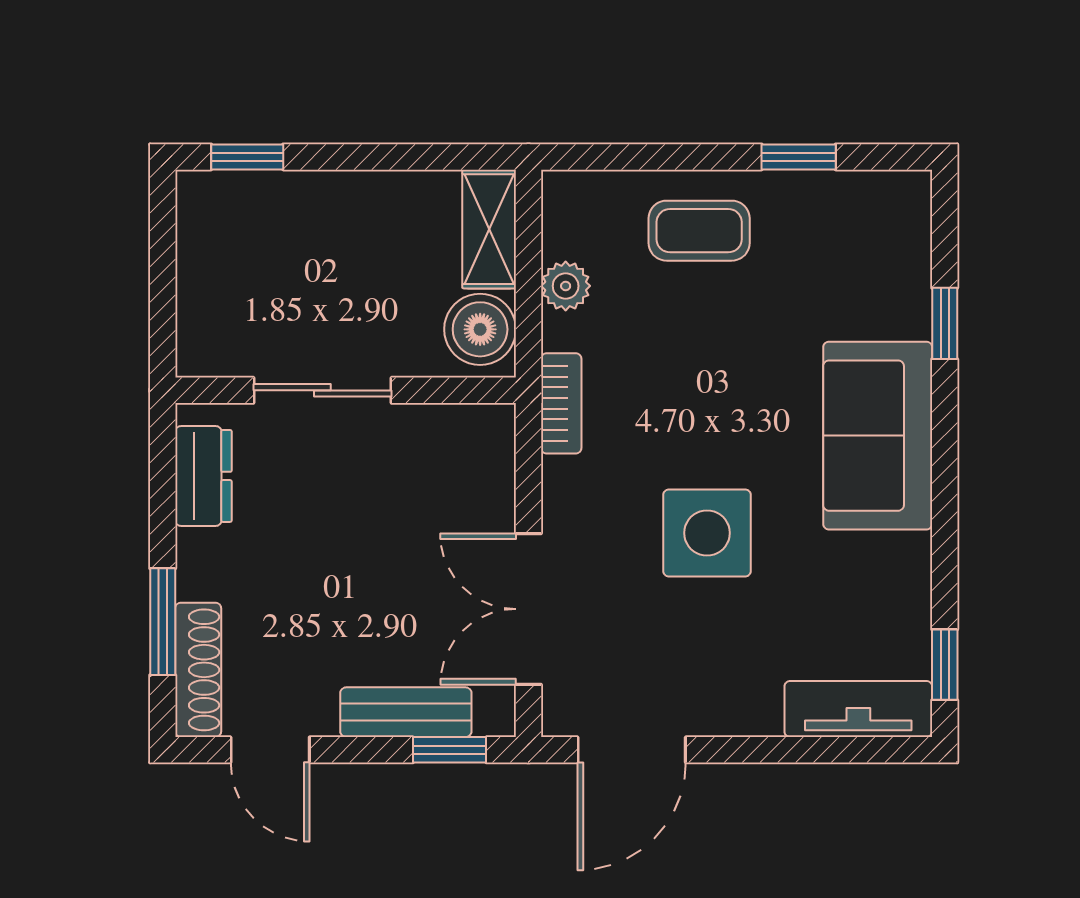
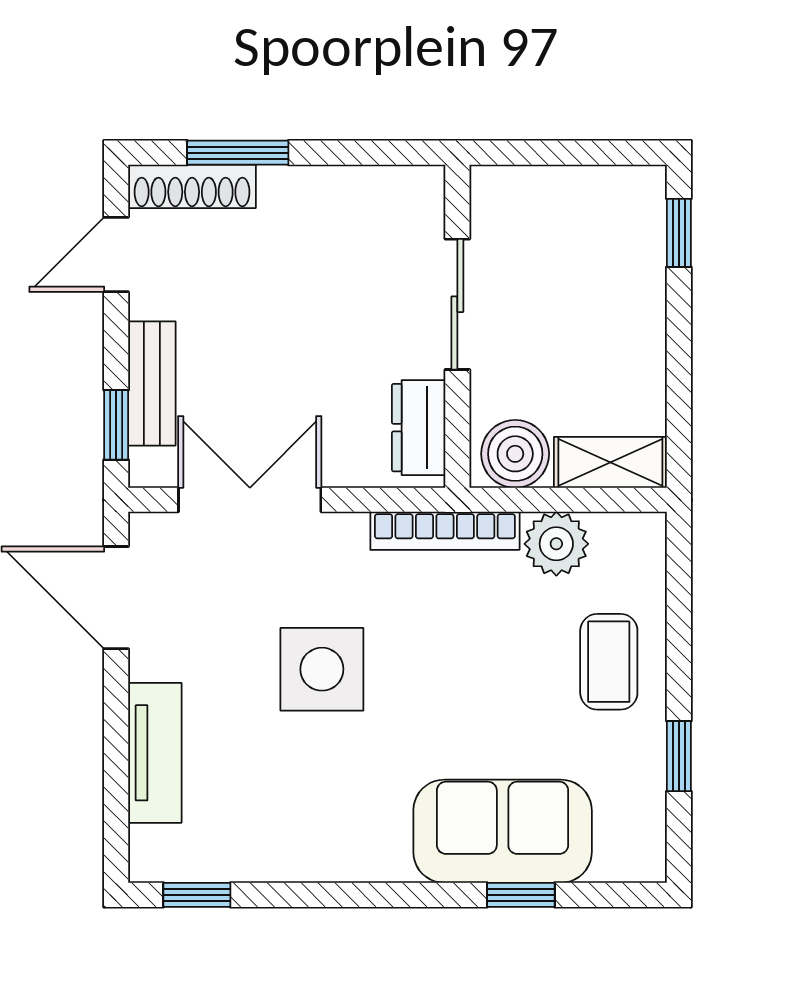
plant: (566, 286) -> (556, 544), width x1.38, depth x1.38
bookcase: (561, 403) -> (445, 531), width x1.56
sofa: (878, 436) -> (503, 831), moved
dresser: (203, 476) -> (419, 428), moved, turned 90
tv unit: (858, 709) -> (155, 753), moved

